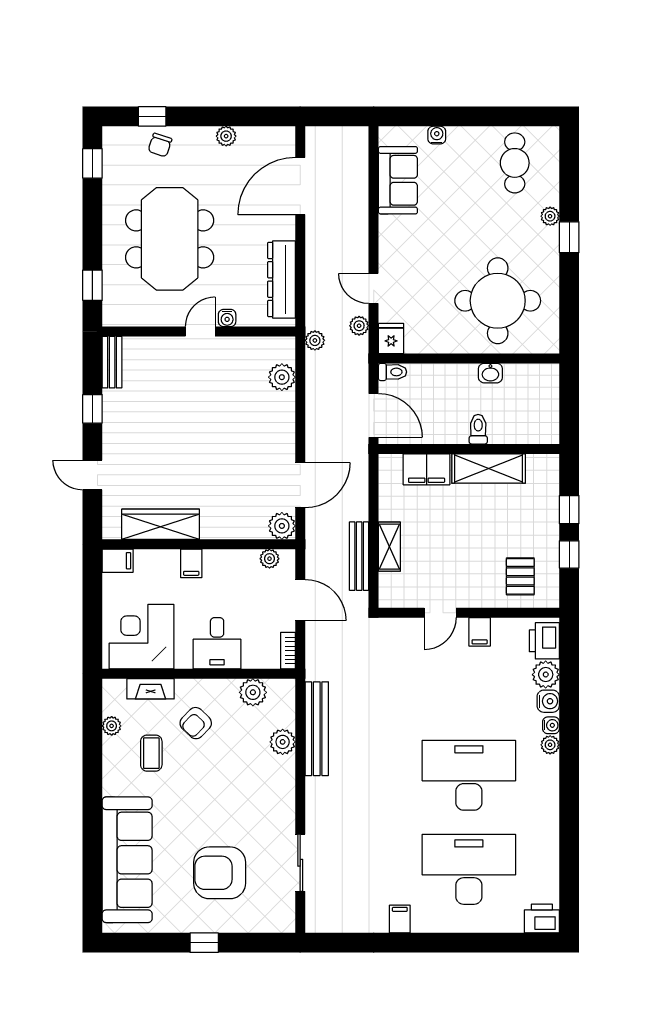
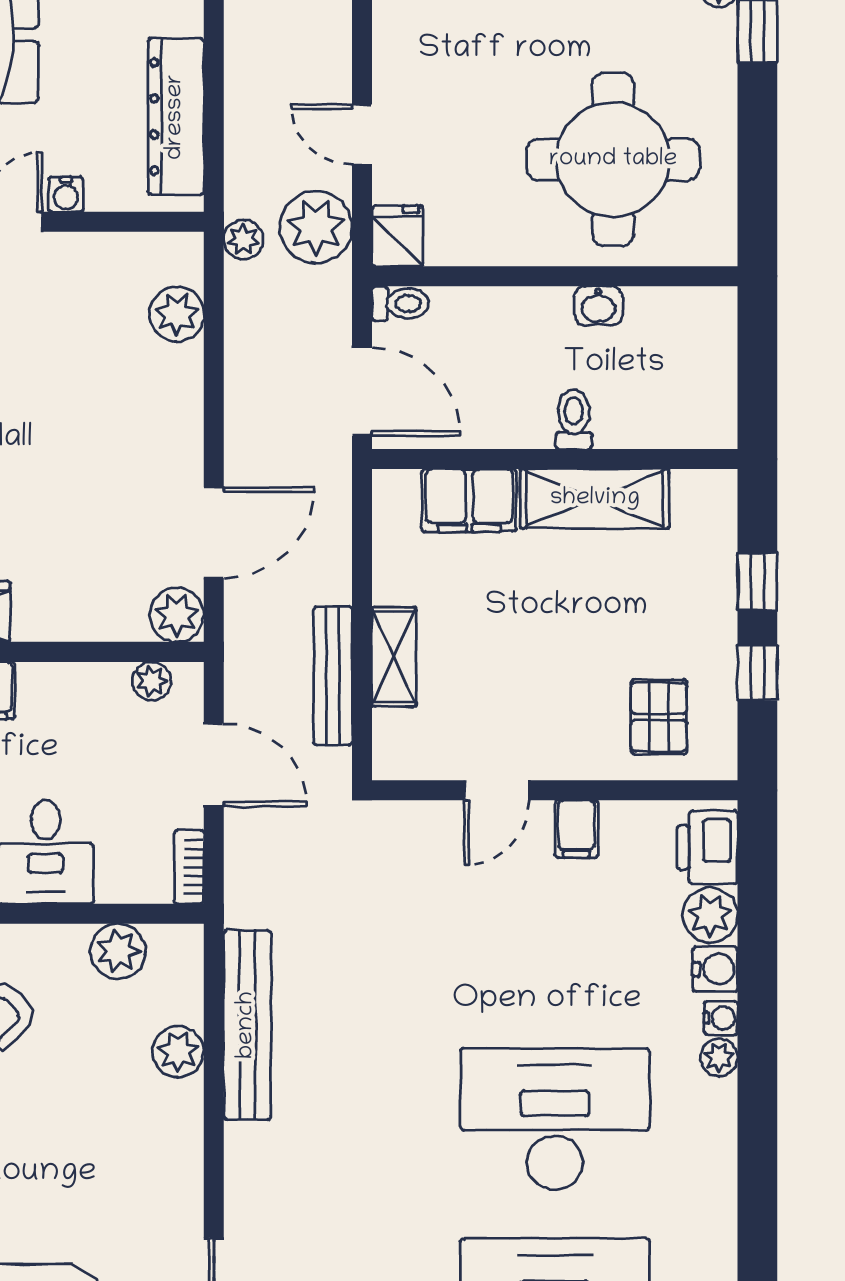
plant: (359, 326) -> (316, 227), width x1.88, depth x1.88

